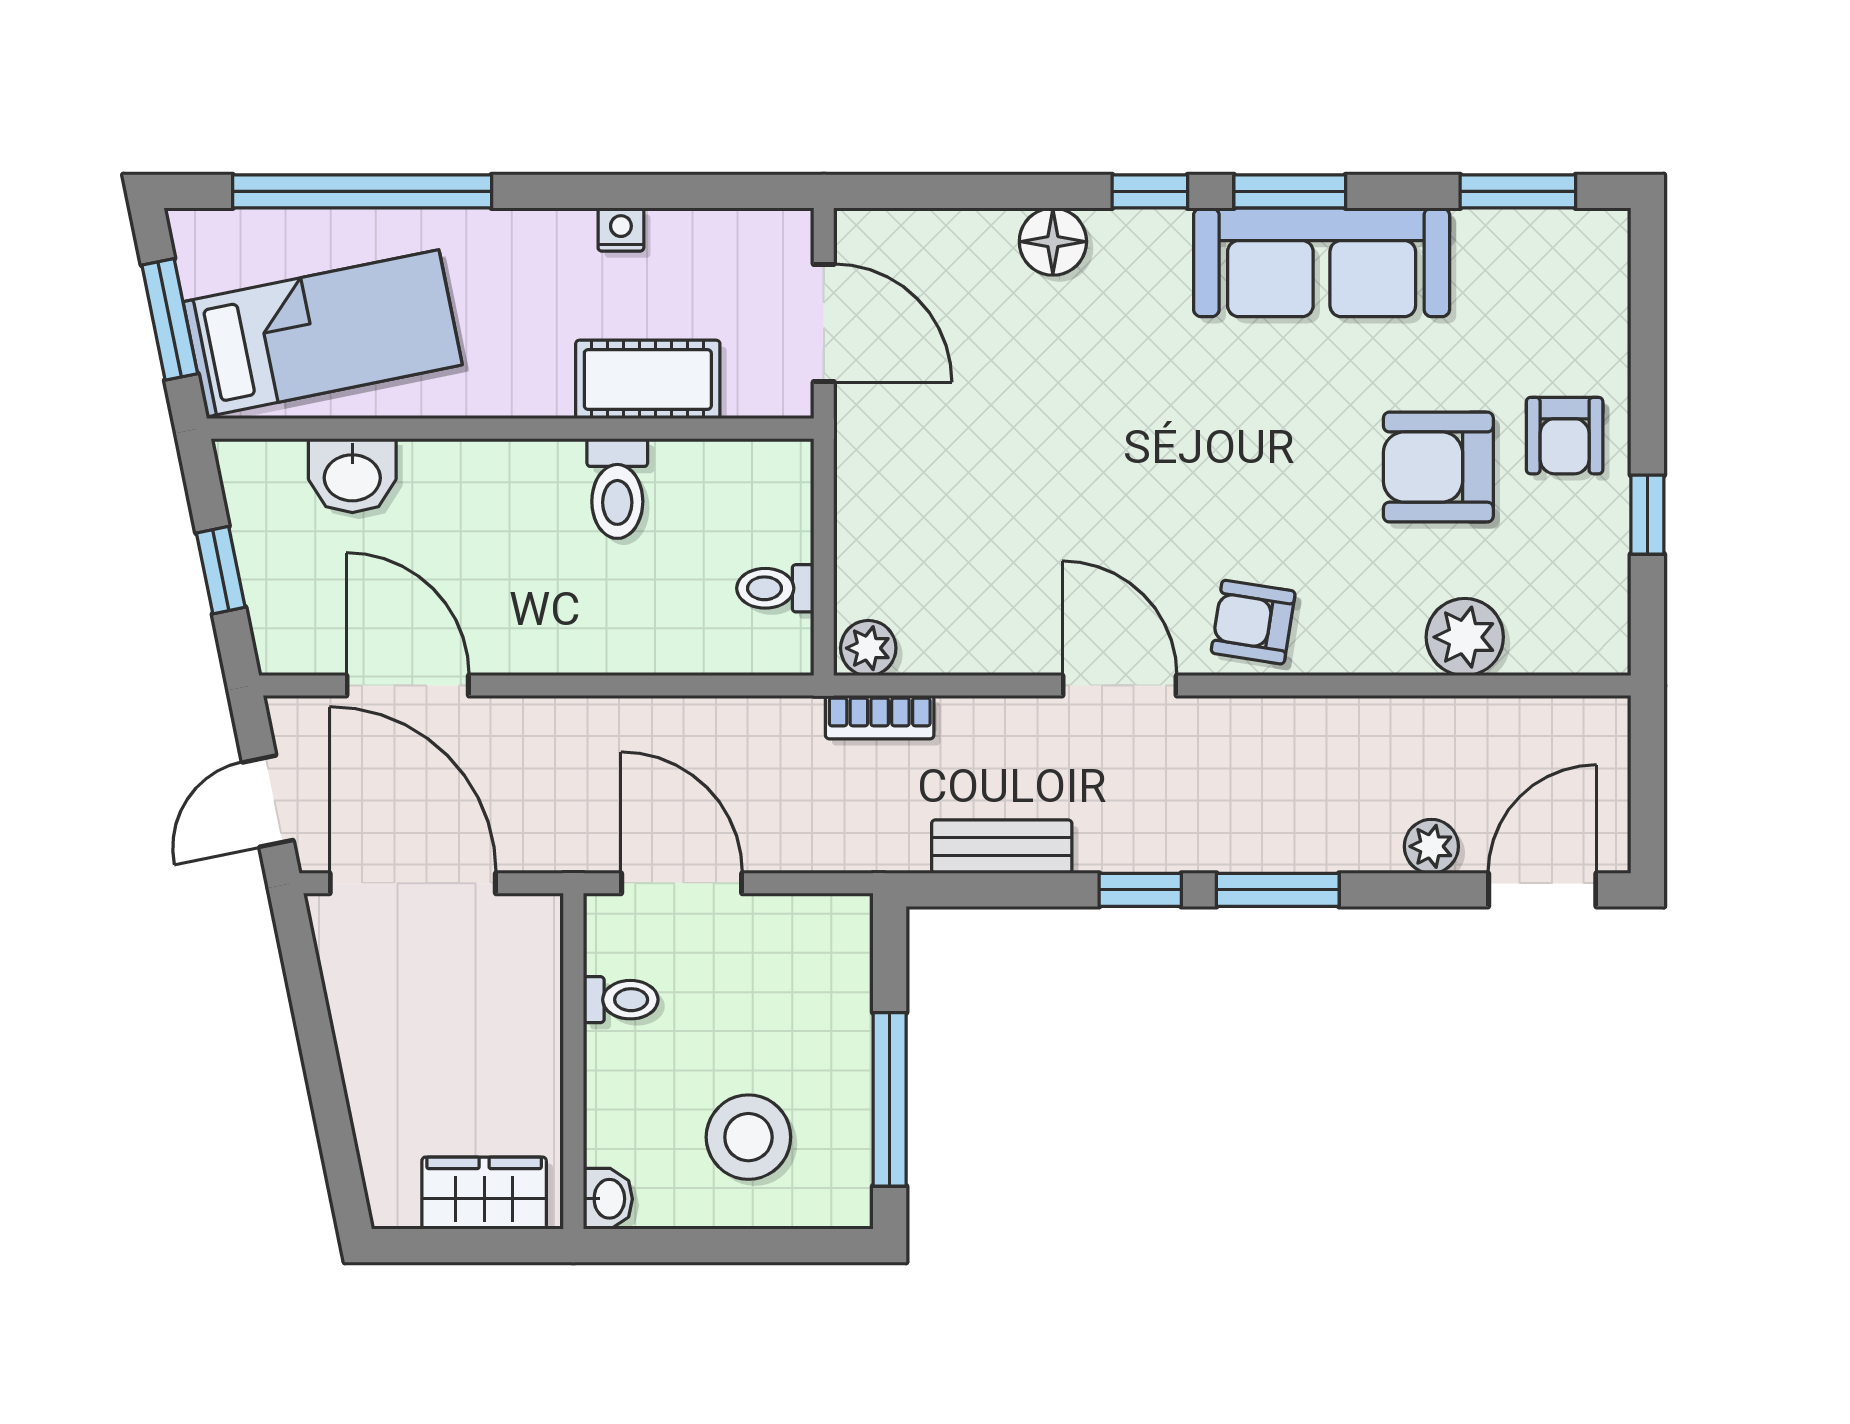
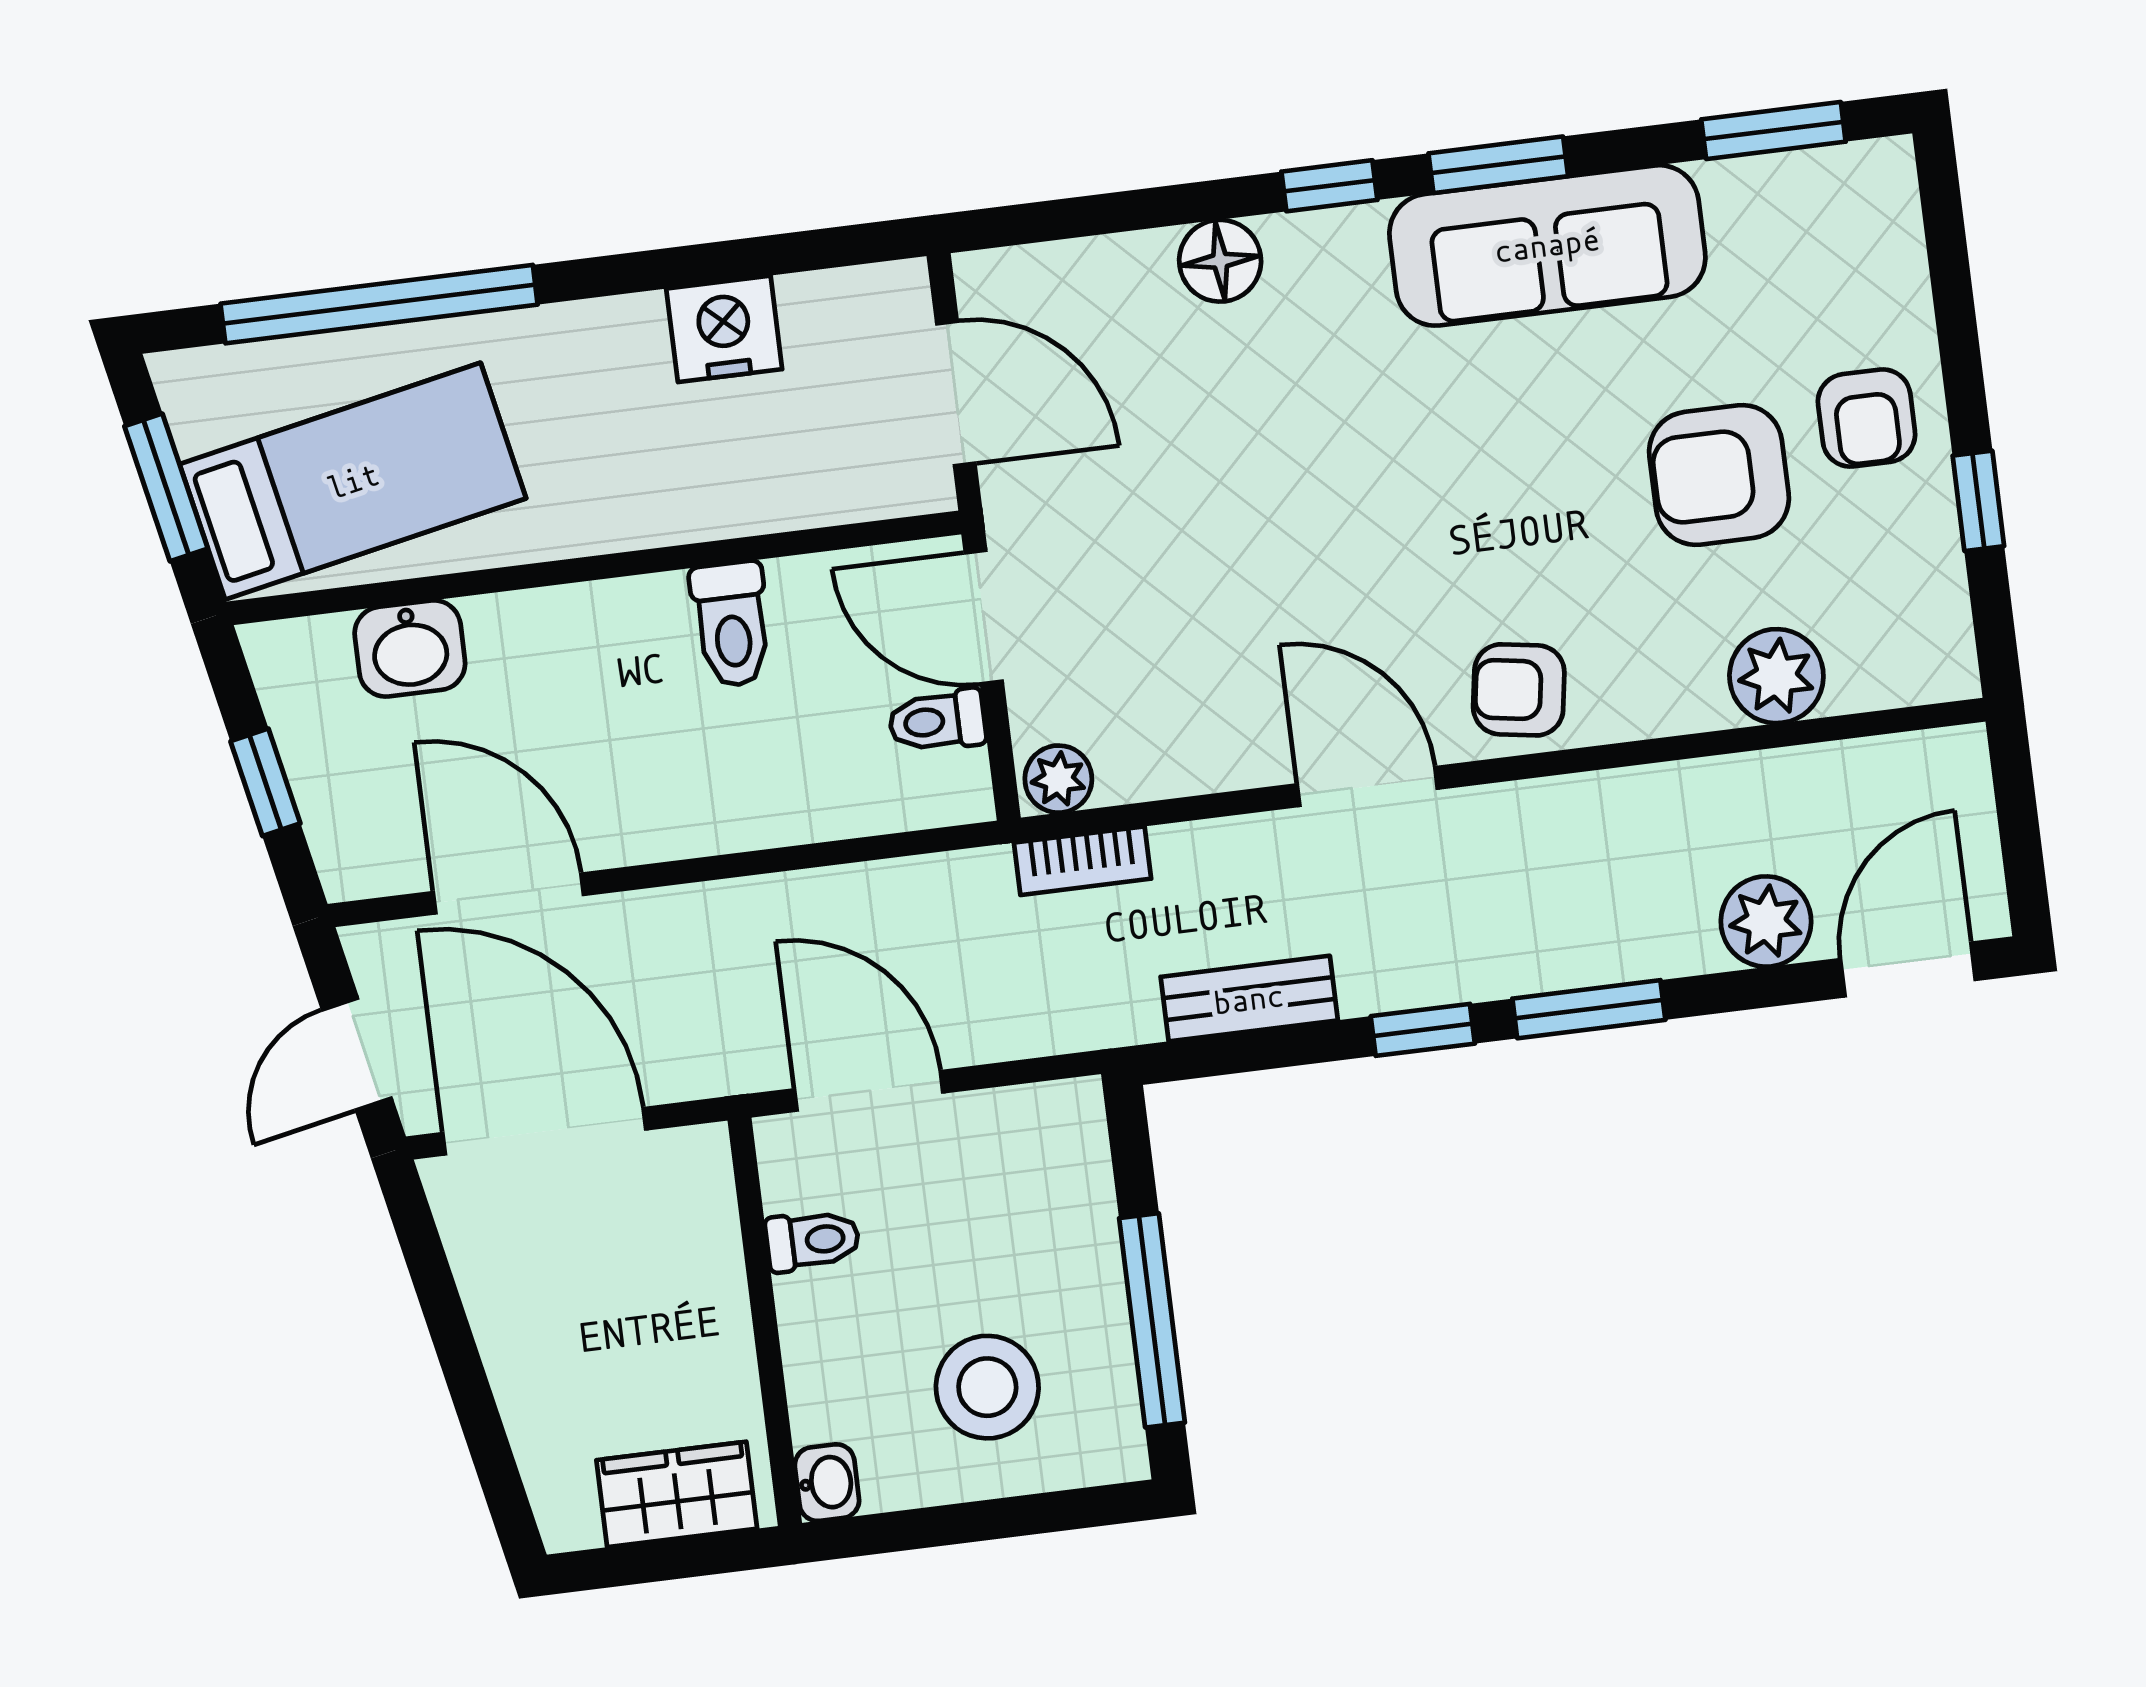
nightstand: (621, 230) -> (724, 329), width x1.89, depth x1.79
cot: (648, 379) -> (752, 488), removed
door: (824, 508) -> (984, 617), added
plant: (1431, 846) -> (1766, 921), width x1.38, depth x1.38

